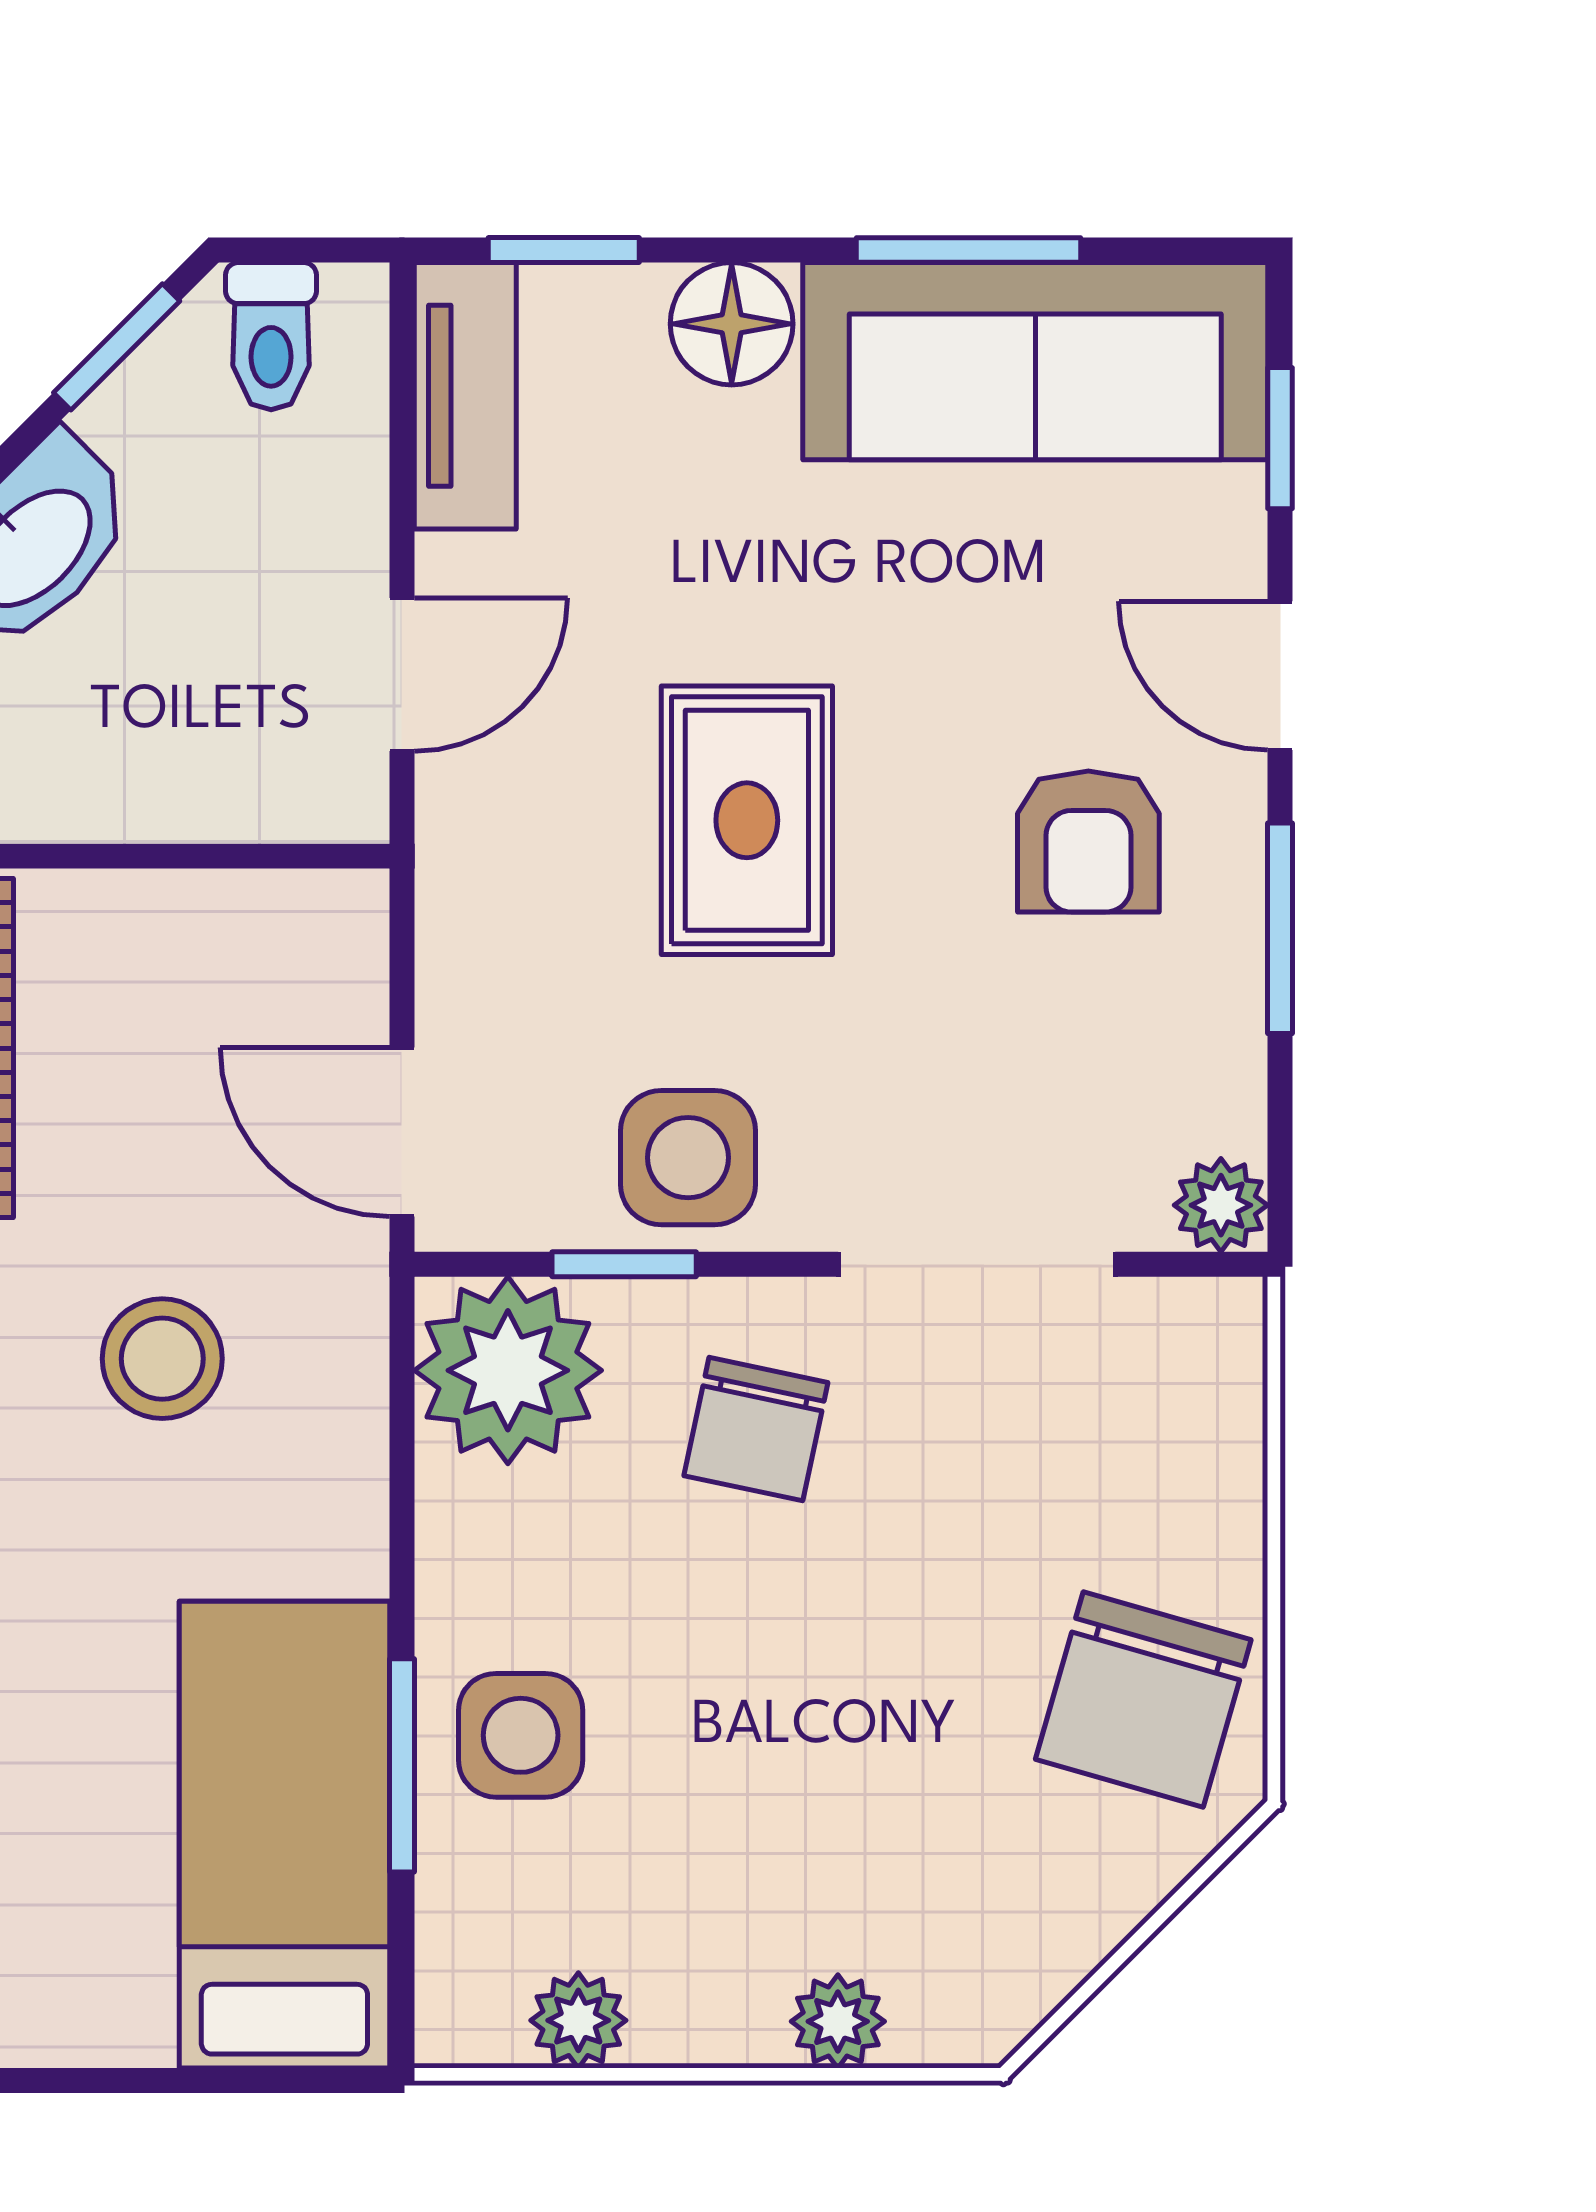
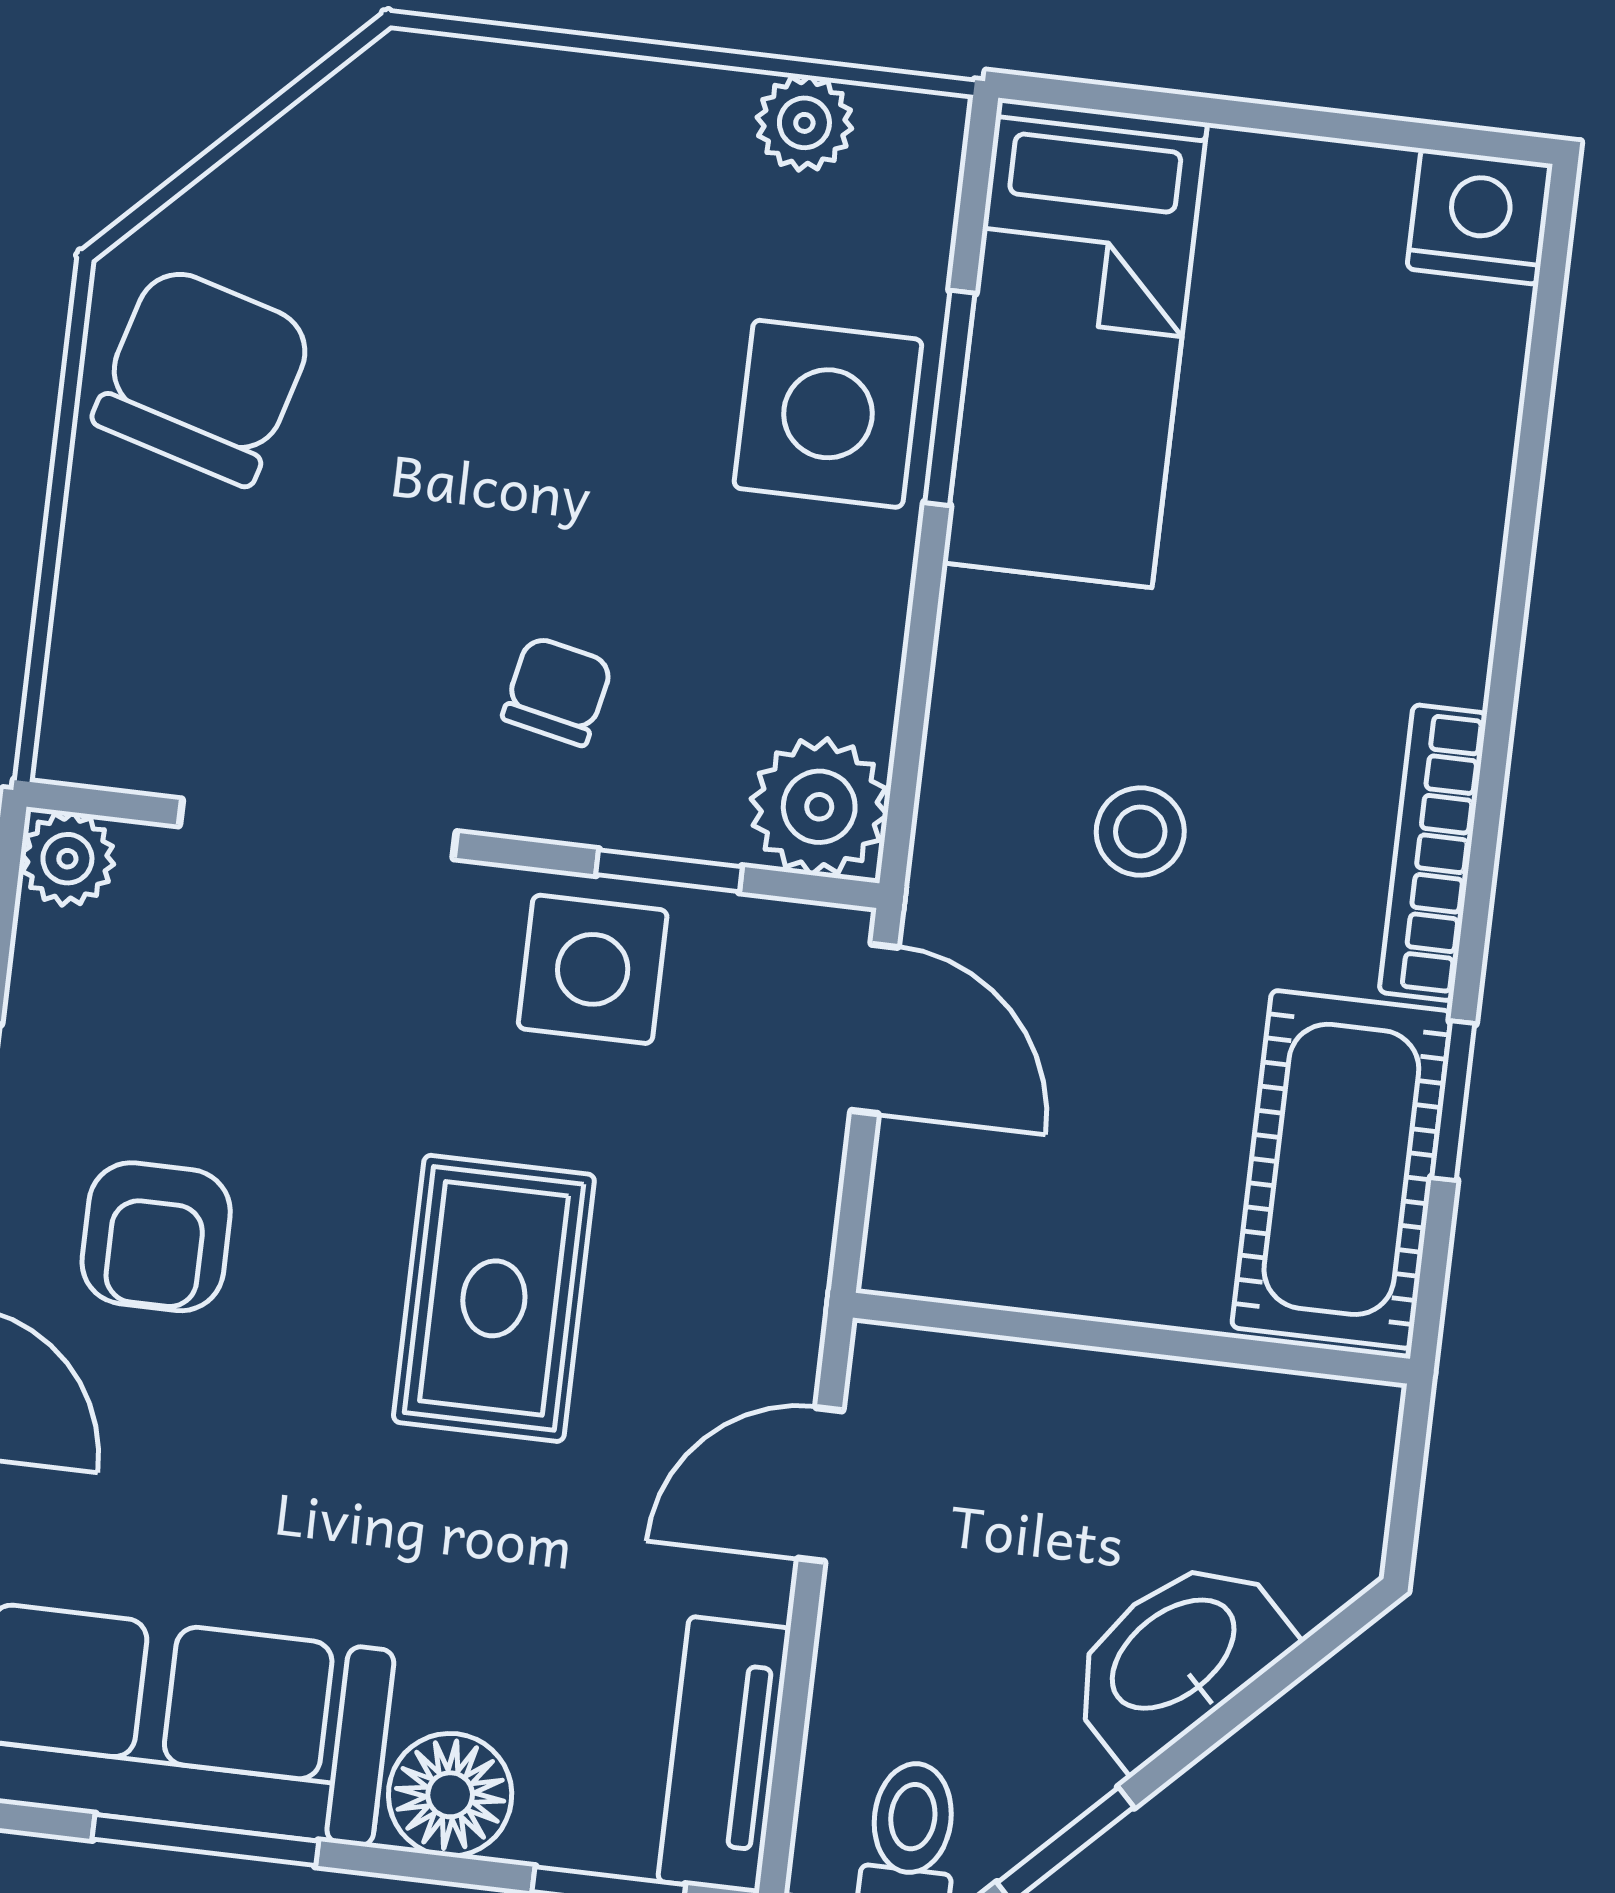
armchair: (1088, 841) -> (156, 1237), turned 180
stool: (162, 1359) -> (1140, 832), width x0.73, depth x0.73
plant: (508, 1370) -> (819, 807), width x0.73, depth x0.73
chair: (756, 1429) -> (557, 691), width x0.73, depth x0.73
side table: (521, 1735) -> (828, 414), width x1.37, depth x1.37
plant: (838, 2021) -> (546, 91), removed

